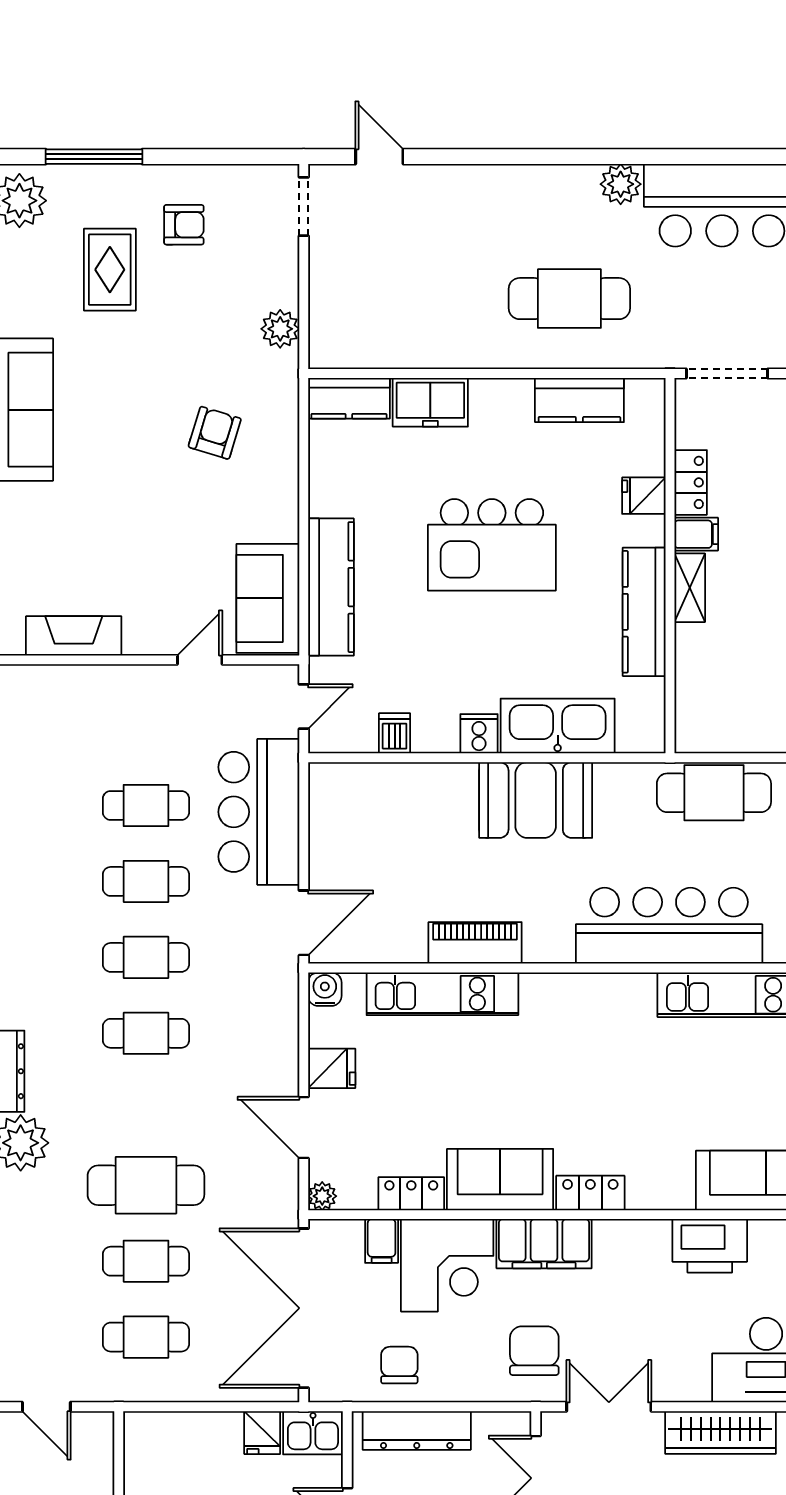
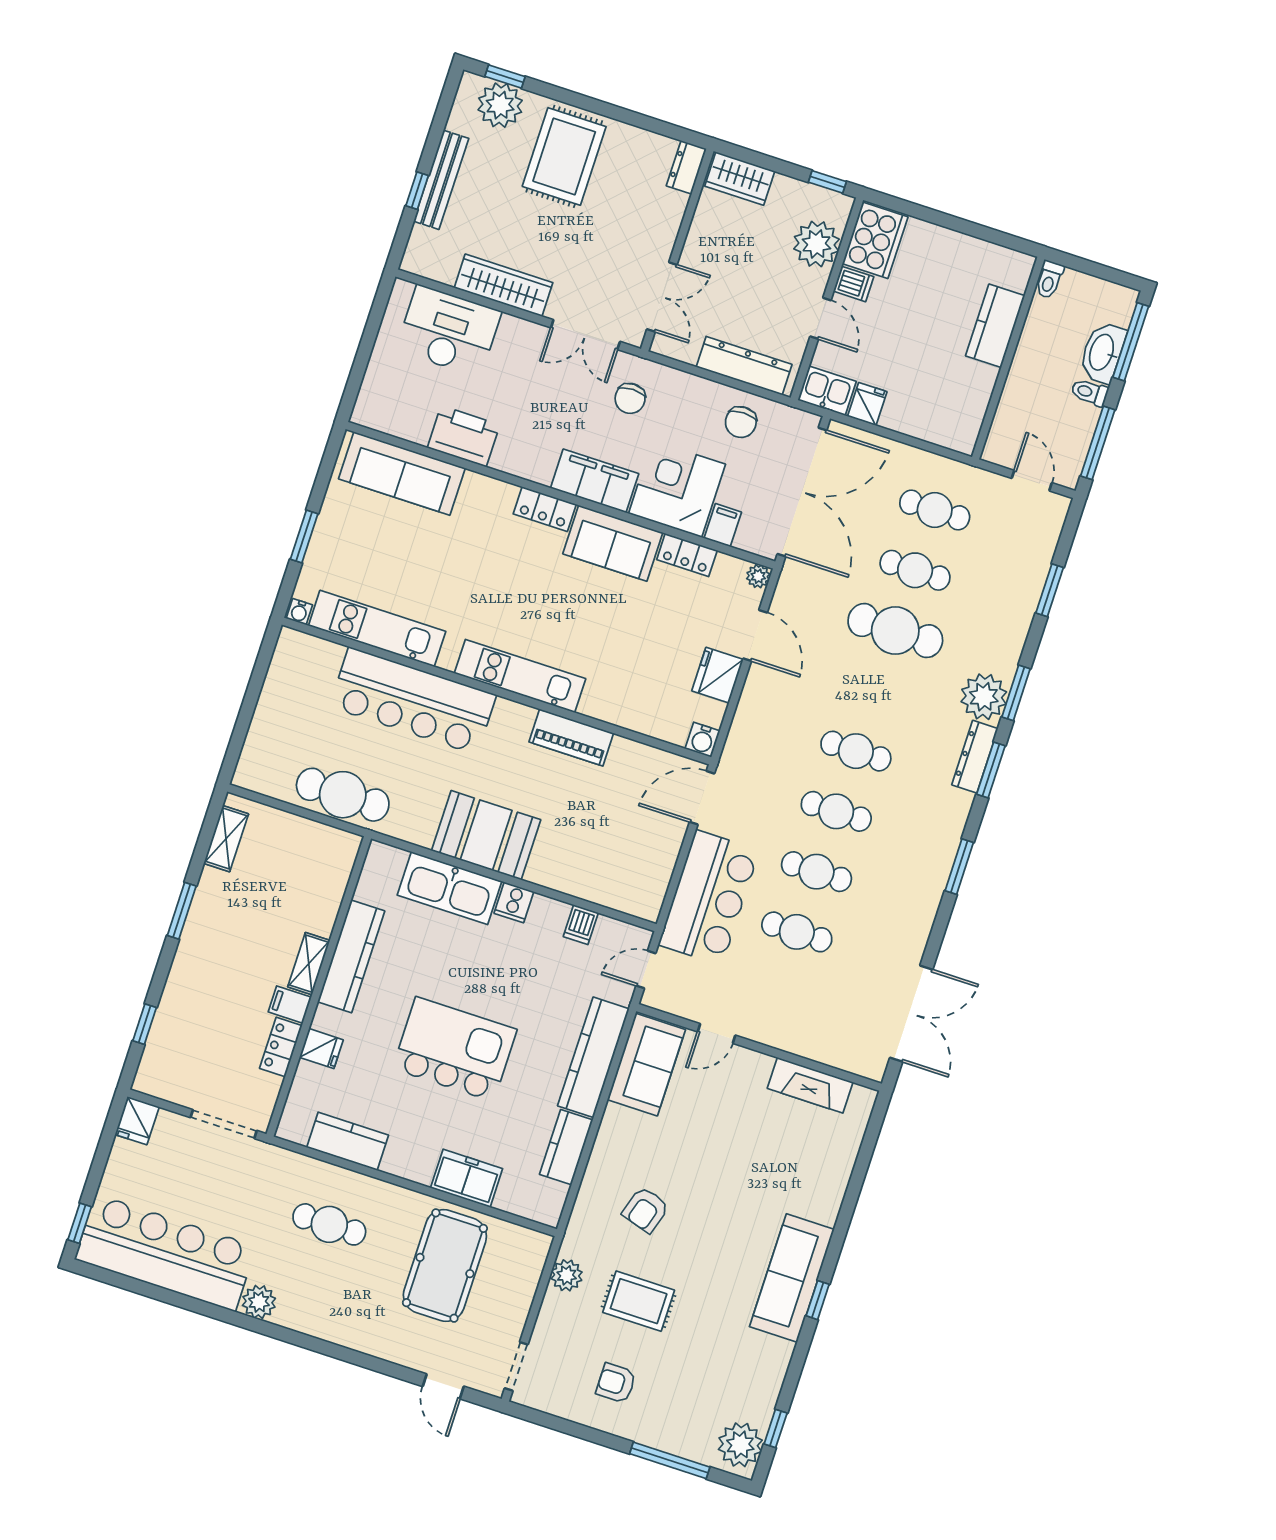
rug: (110, 270) -> (639, 1301), moved, turned 90
pool table: (422, 295) -> (445, 1266), added
cafe table: (569, 299) -> (329, 1224), width x0.73, depth x0.74
kitchen counter: (349, 398) -> (566, 1147), moved, turned -90
kitchen unit: (442, 994) -> (520, 676), moved
fridge: (332, 1068) -> (718, 675), width x1.38
chair: (534, 1351) -> (630, 398), width x0.73, depth x0.73

